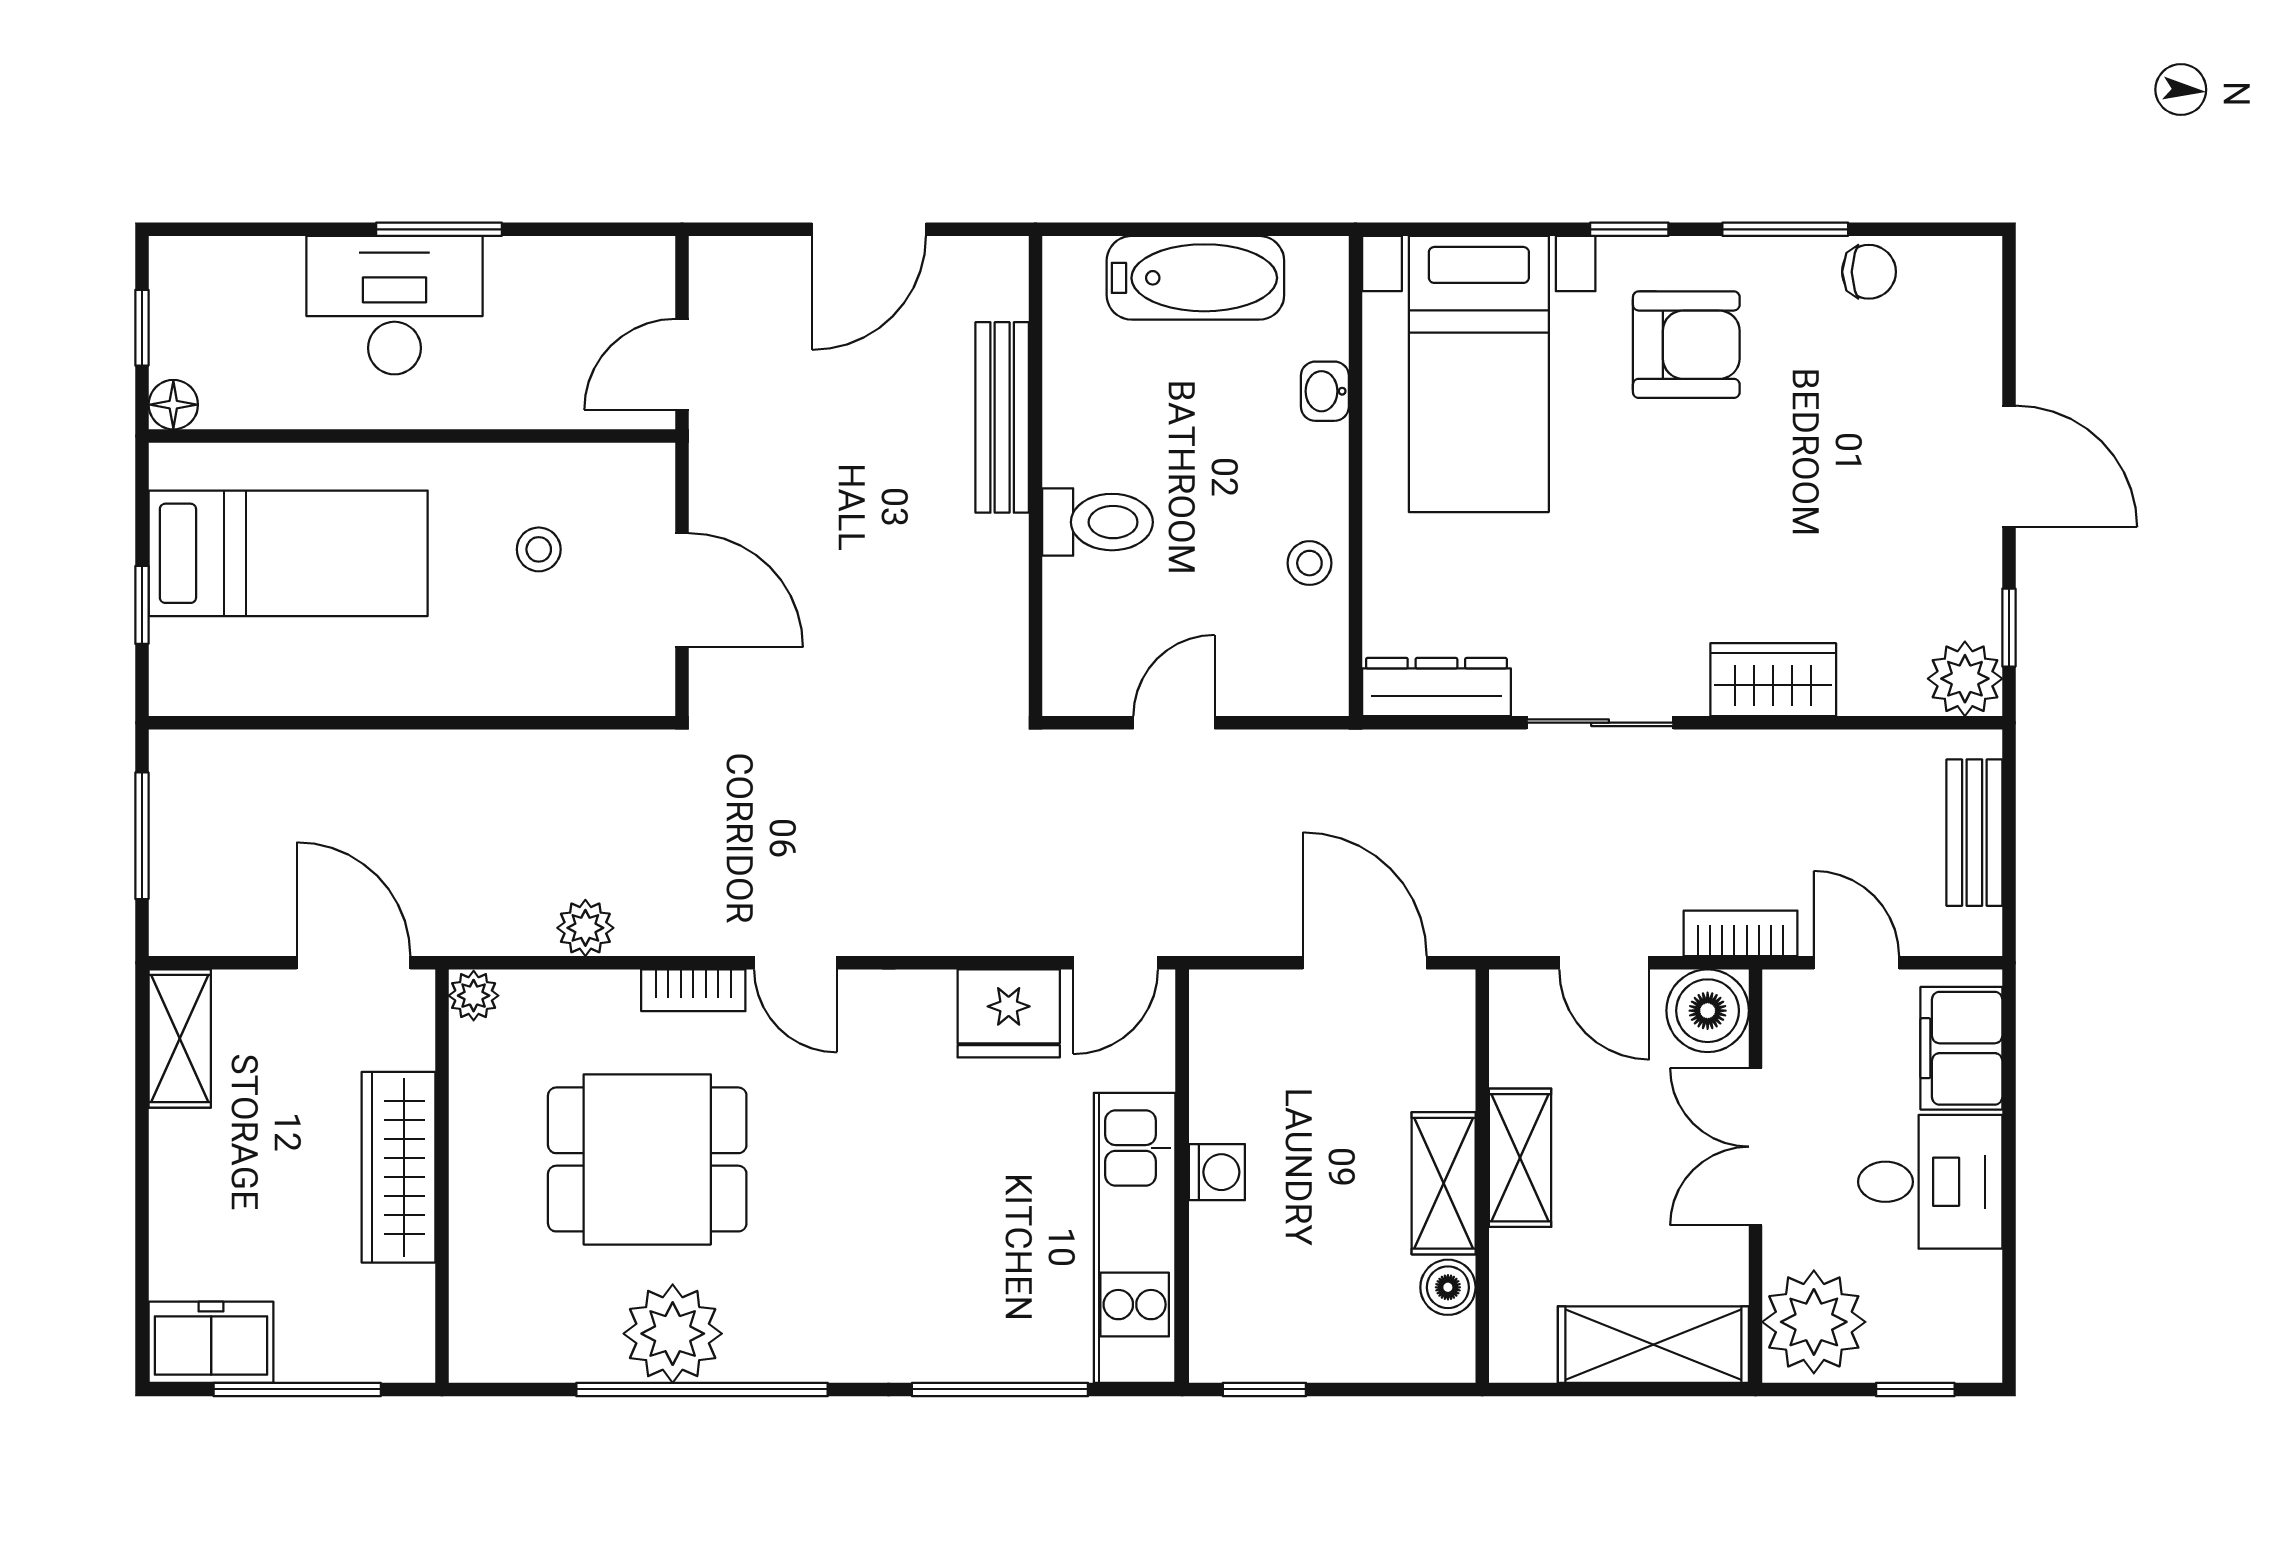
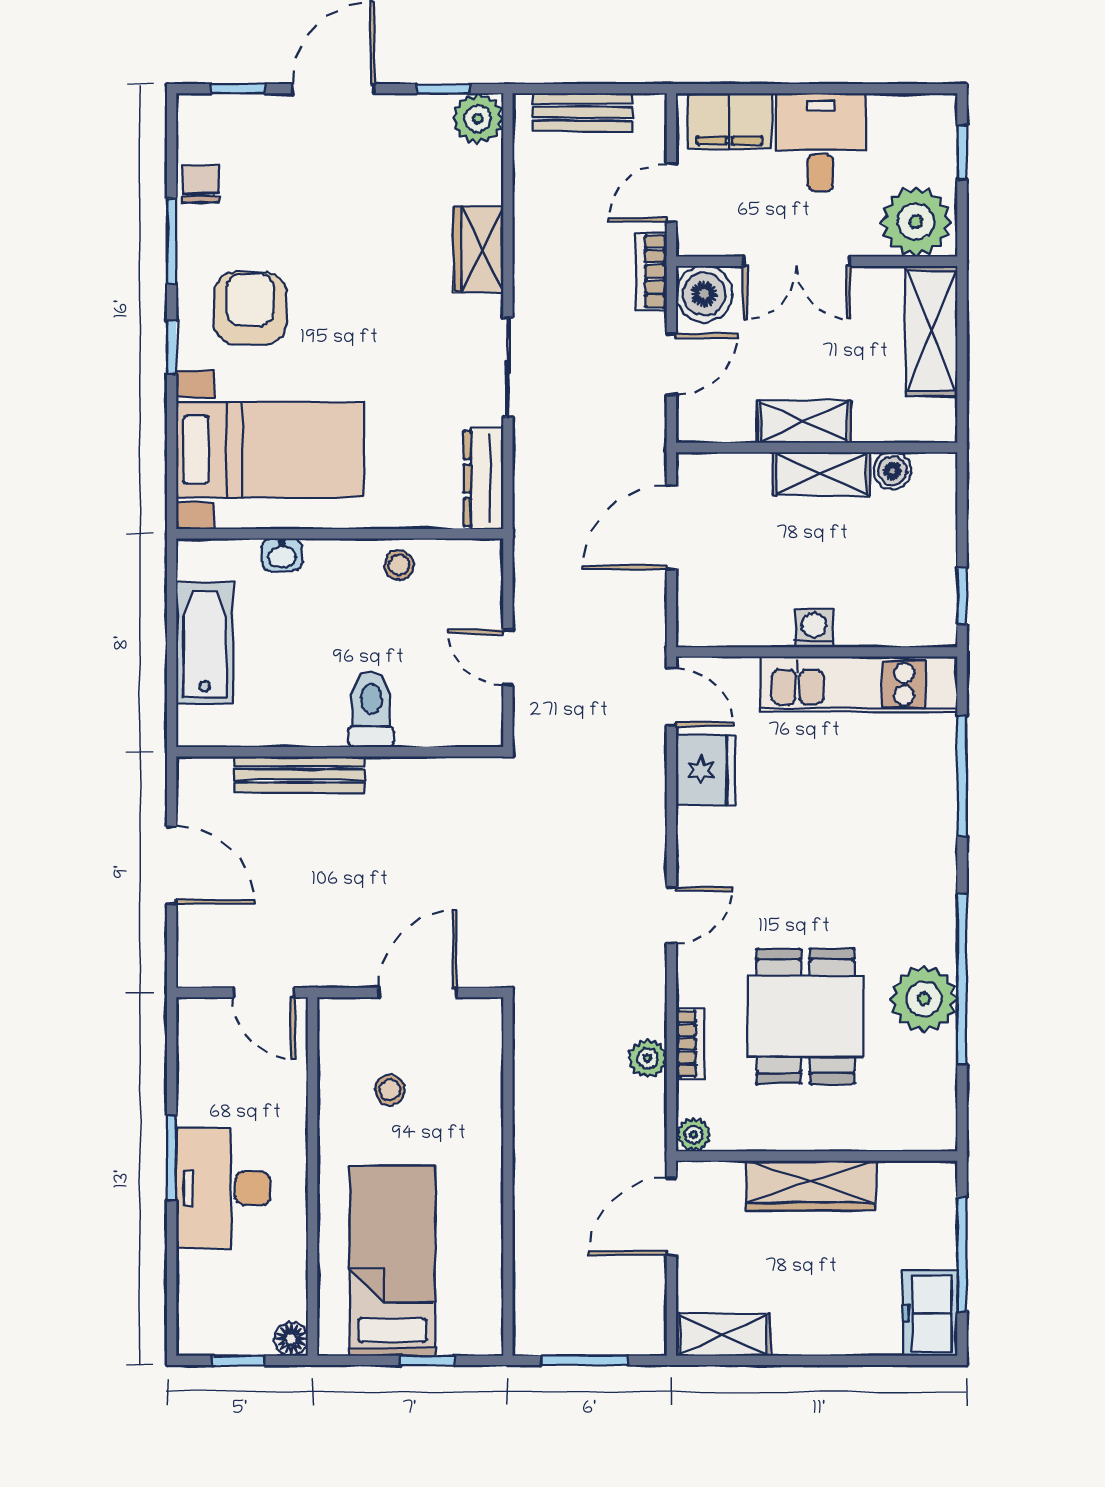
window: (2009, 327) -> (238, 89), added
bookcase: (693, 990) -> (690, 1044), moved

